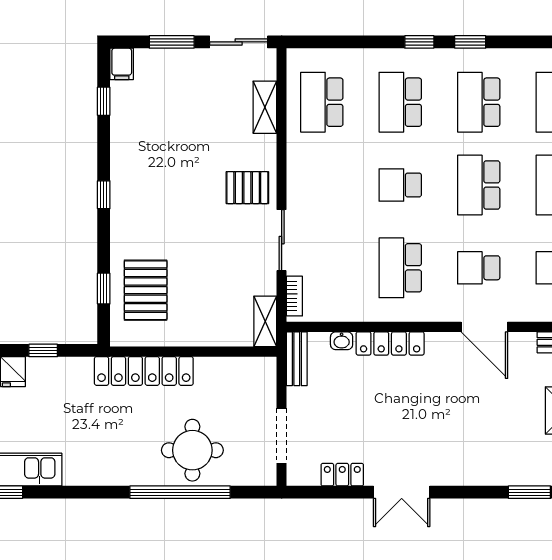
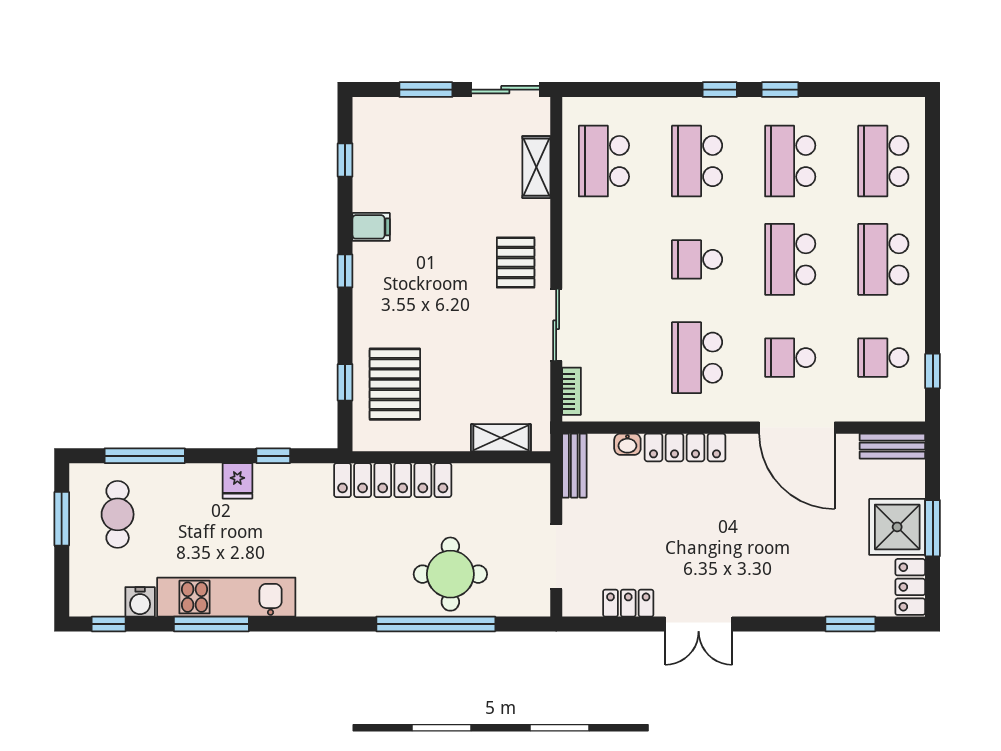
filing cabinet: (122, 64) -> (371, 227), moved, turned -90
pallet: (247, 188) -> (516, 262), turned 90
shelving: (265, 321) -> (501, 438), moved, turned 90
door: (484, 327) -> (797, 428), width x1.36

